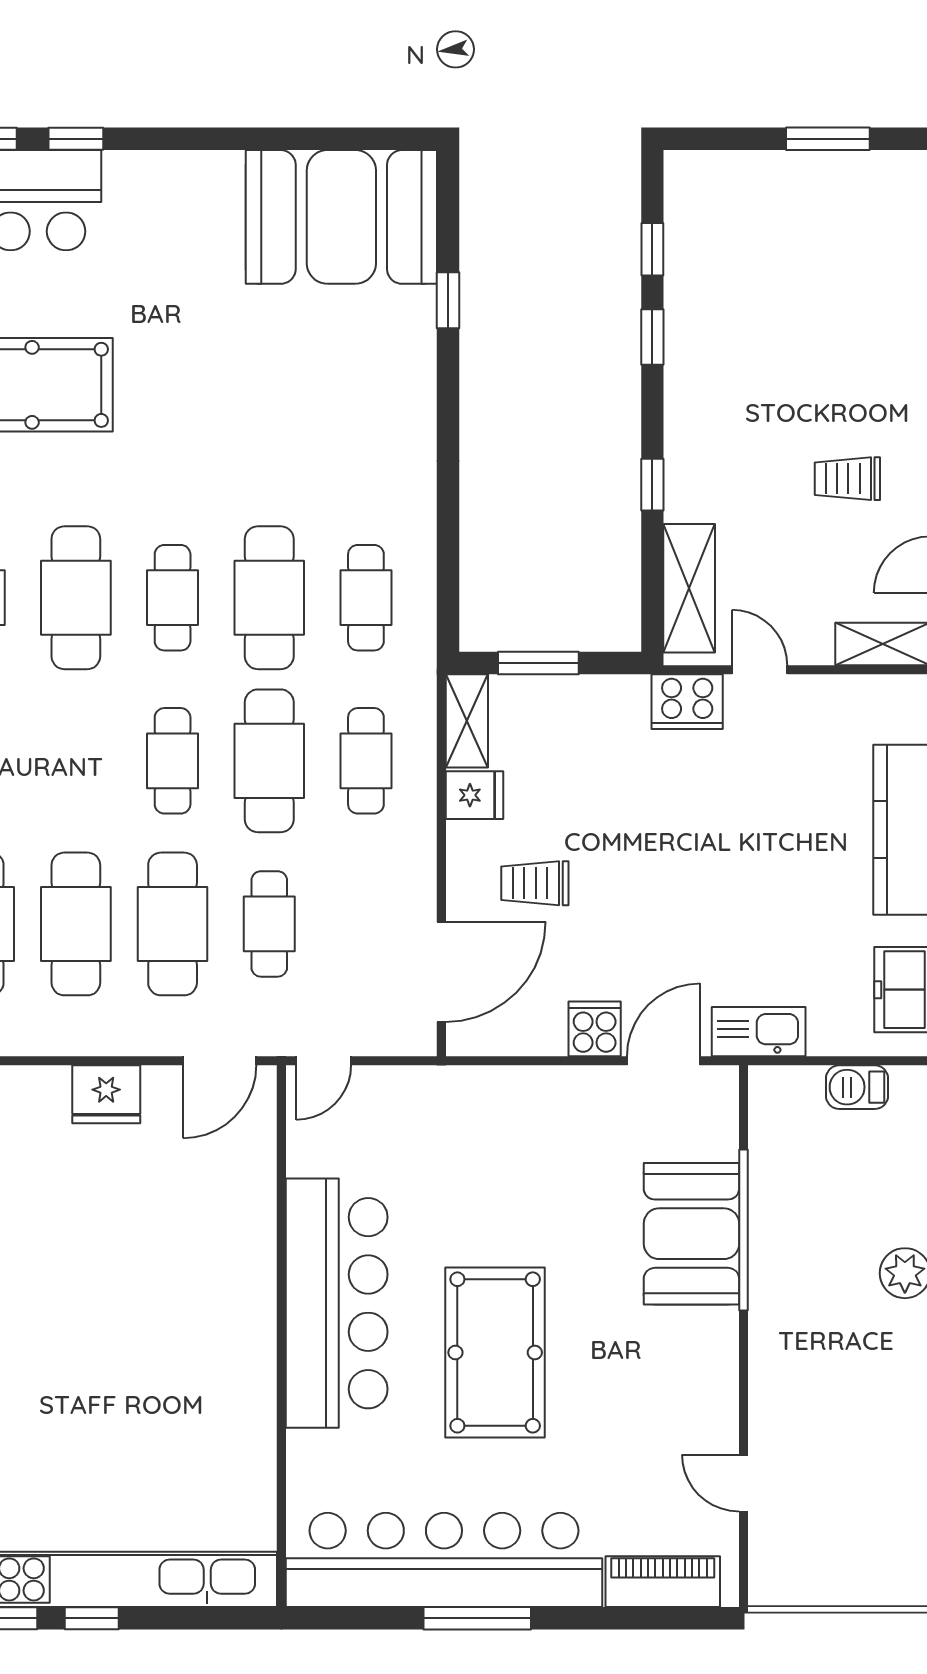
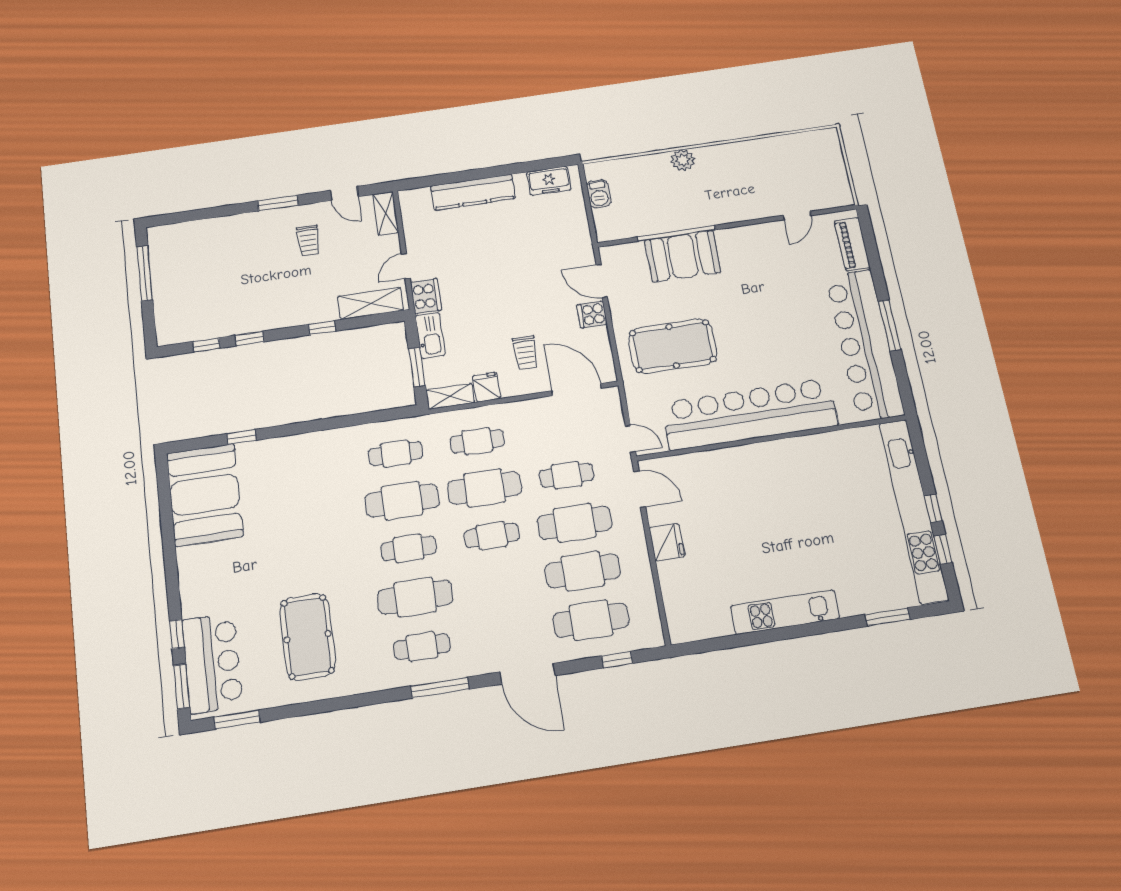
window: (828, 139) -> (145, 273), width x1.44
kitchen sink: (759, 1032) -> (430, 335), moved, turned 180
bar counter: (337, 1303) -> (750, 414), width x1.36
pool table: (495, 1352) -> (673, 346), moved

